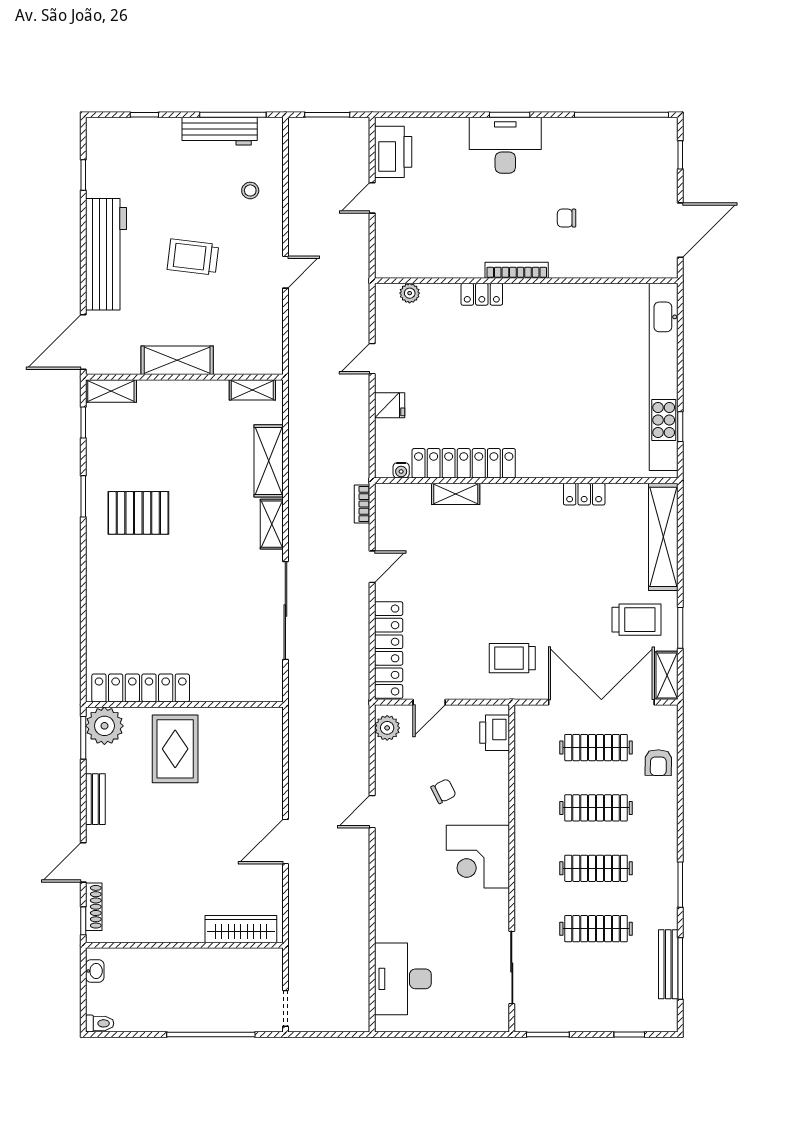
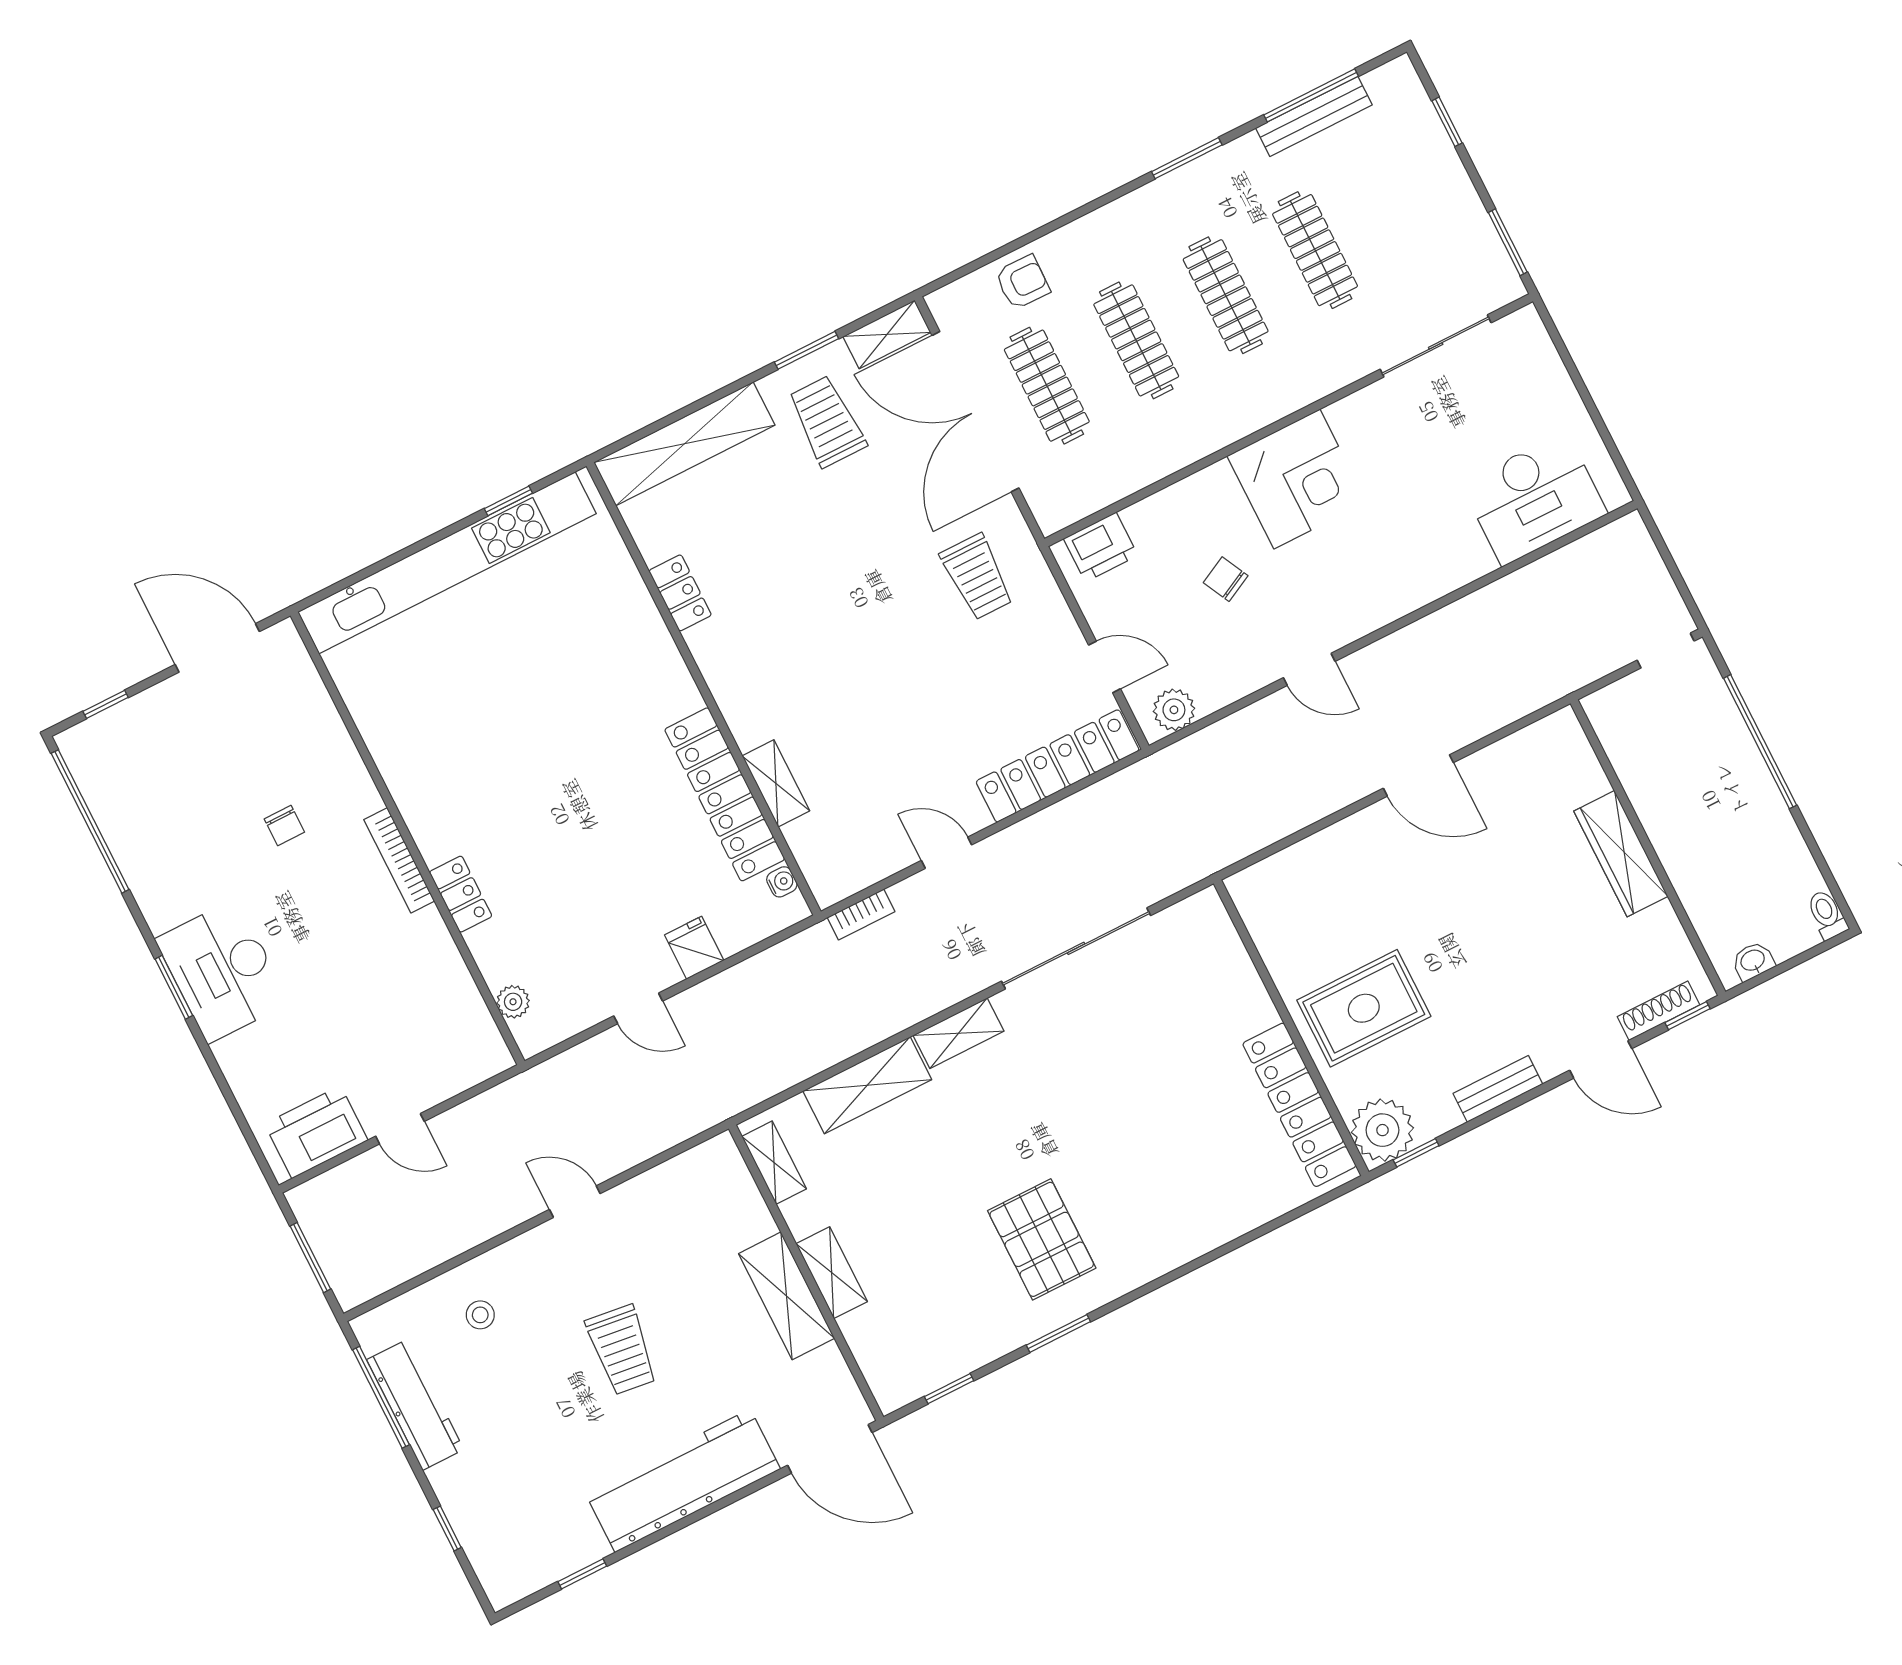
shelving: (111, 391) -> (832, 1273), moved
window: (83, 738) -> (1416, 1153), width x0.67
wardrobe: (241, 929) -> (1621, 854), moved

